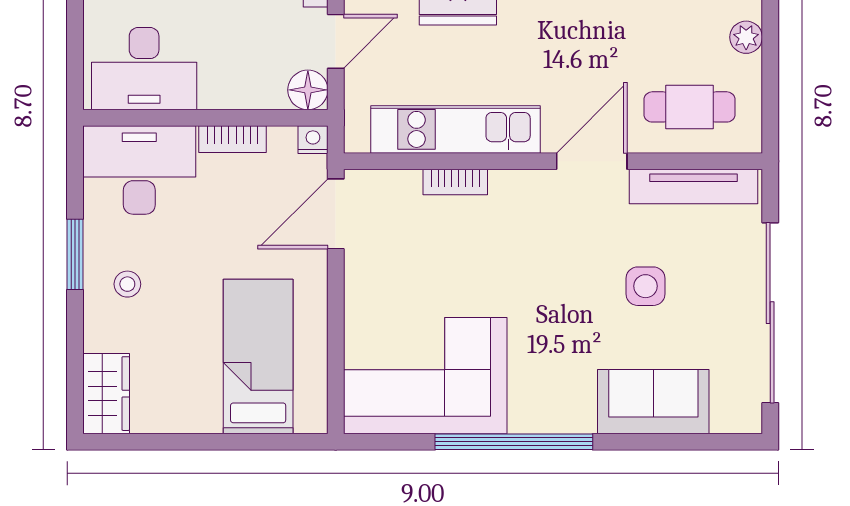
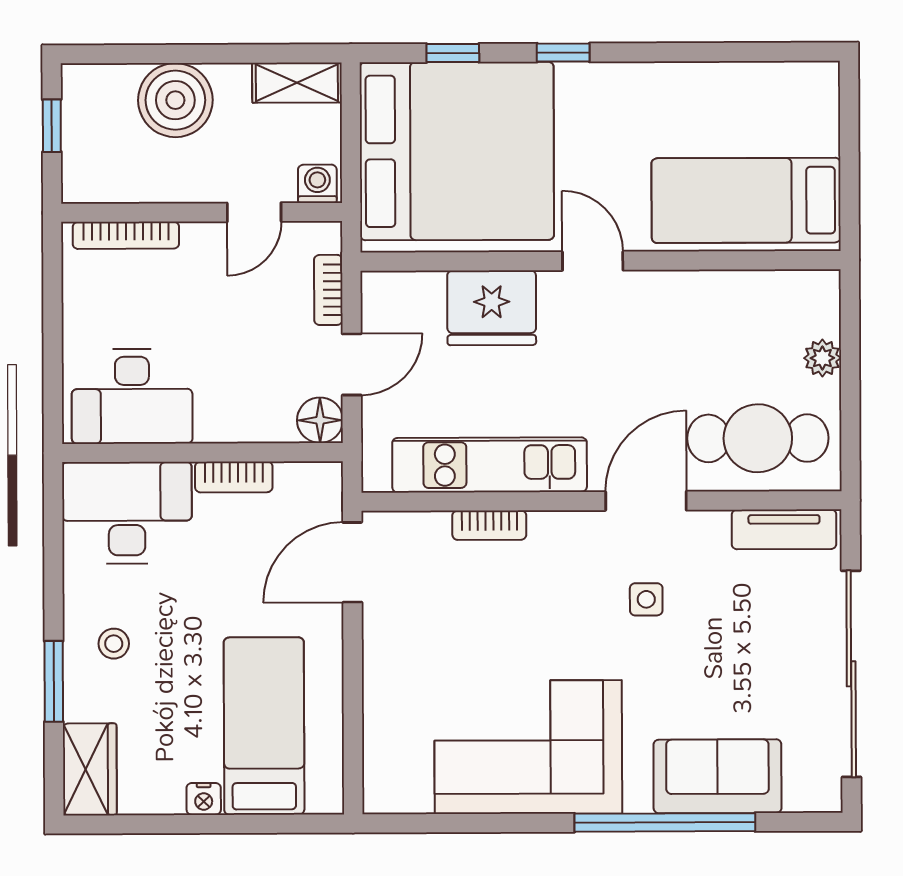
cafe table: (689, 107) -> (758, 438), width x1.37, depth x1.35
nightstand: (313, 140) -> (204, 799), moved, turned 180
tv unit: (693, 186) -> (784, 529), width x0.71
window: (75, 254) -> (54, 681), moved
side table: (645, 286) -> (646, 599), moved, width x0.73, depth x0.73
corner sofa: (425, 376) -> (528, 747), moved
window: (514, 442) -> (665, 822), moved

